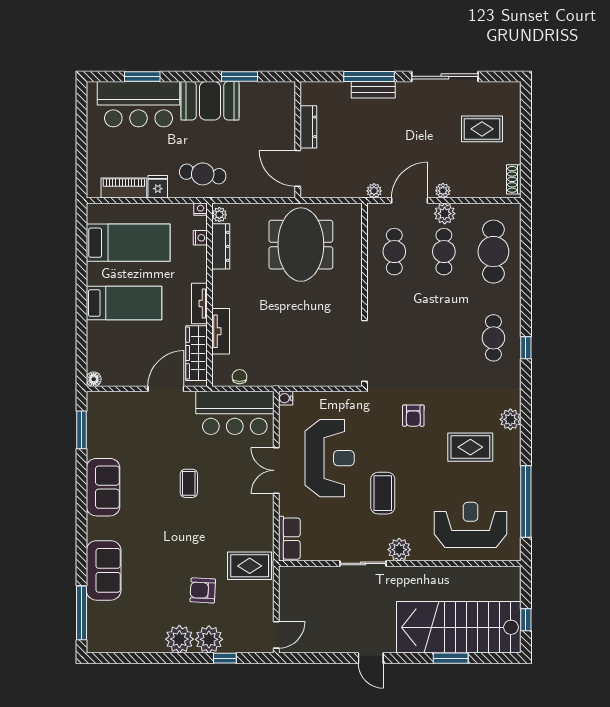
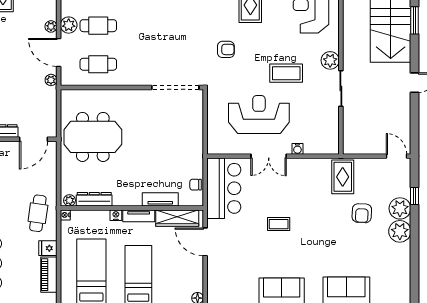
nightstand: (200, 238) -> (116, 215), moved
water cooler: (286, 398) -> (297, 149), moved
row of seats: (289, 539) -> (322, 146), removed

